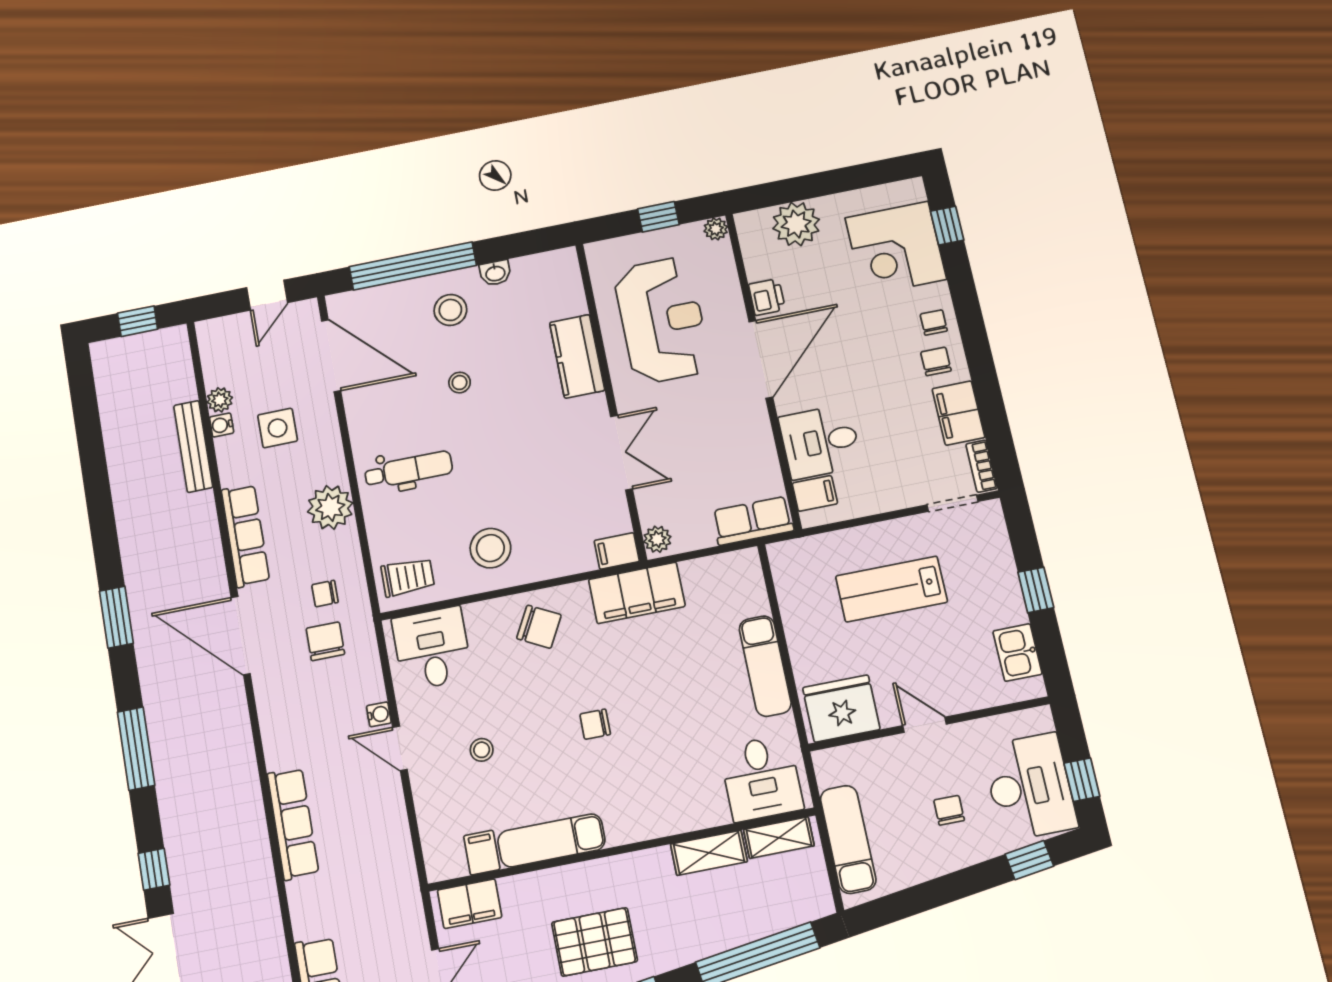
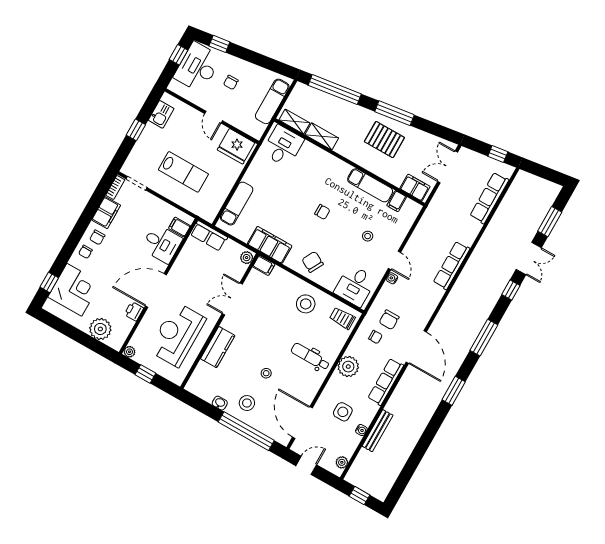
plant: (220, 400) -> (342, 462), moved
exam couch: (765, 666) -> (237, 204), moved

